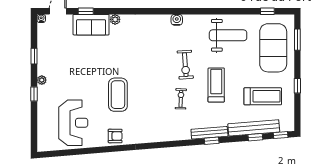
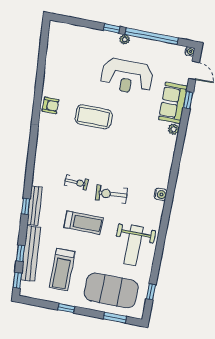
window: (34, 56) -> (152, 36), width x3.17
reception desk: (73, 123) -> (127, 76), moved
armchair: (115, 136) -> (51, 105), turned -90

